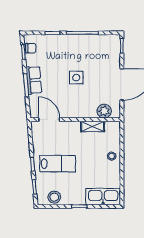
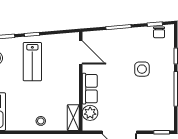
side table: (76, 78) -> (142, 69), moved
row of seats: (34, 80) -> (90, 89), moved, turned -85
door: (49, 120) -> (81, 52), hinge flipped
shelving: (93, 126) -> (73, 118), moved

